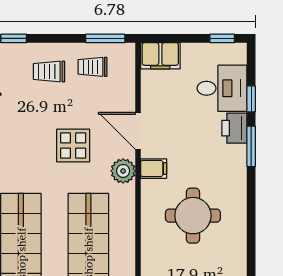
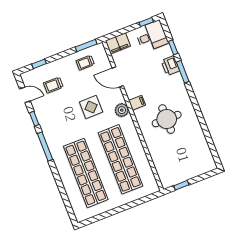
trolley: (49, 71) -> (53, 85), moved
desk: (222, 88) -> (152, 36), moved
door: (138, 131) -> (118, 77), moved

